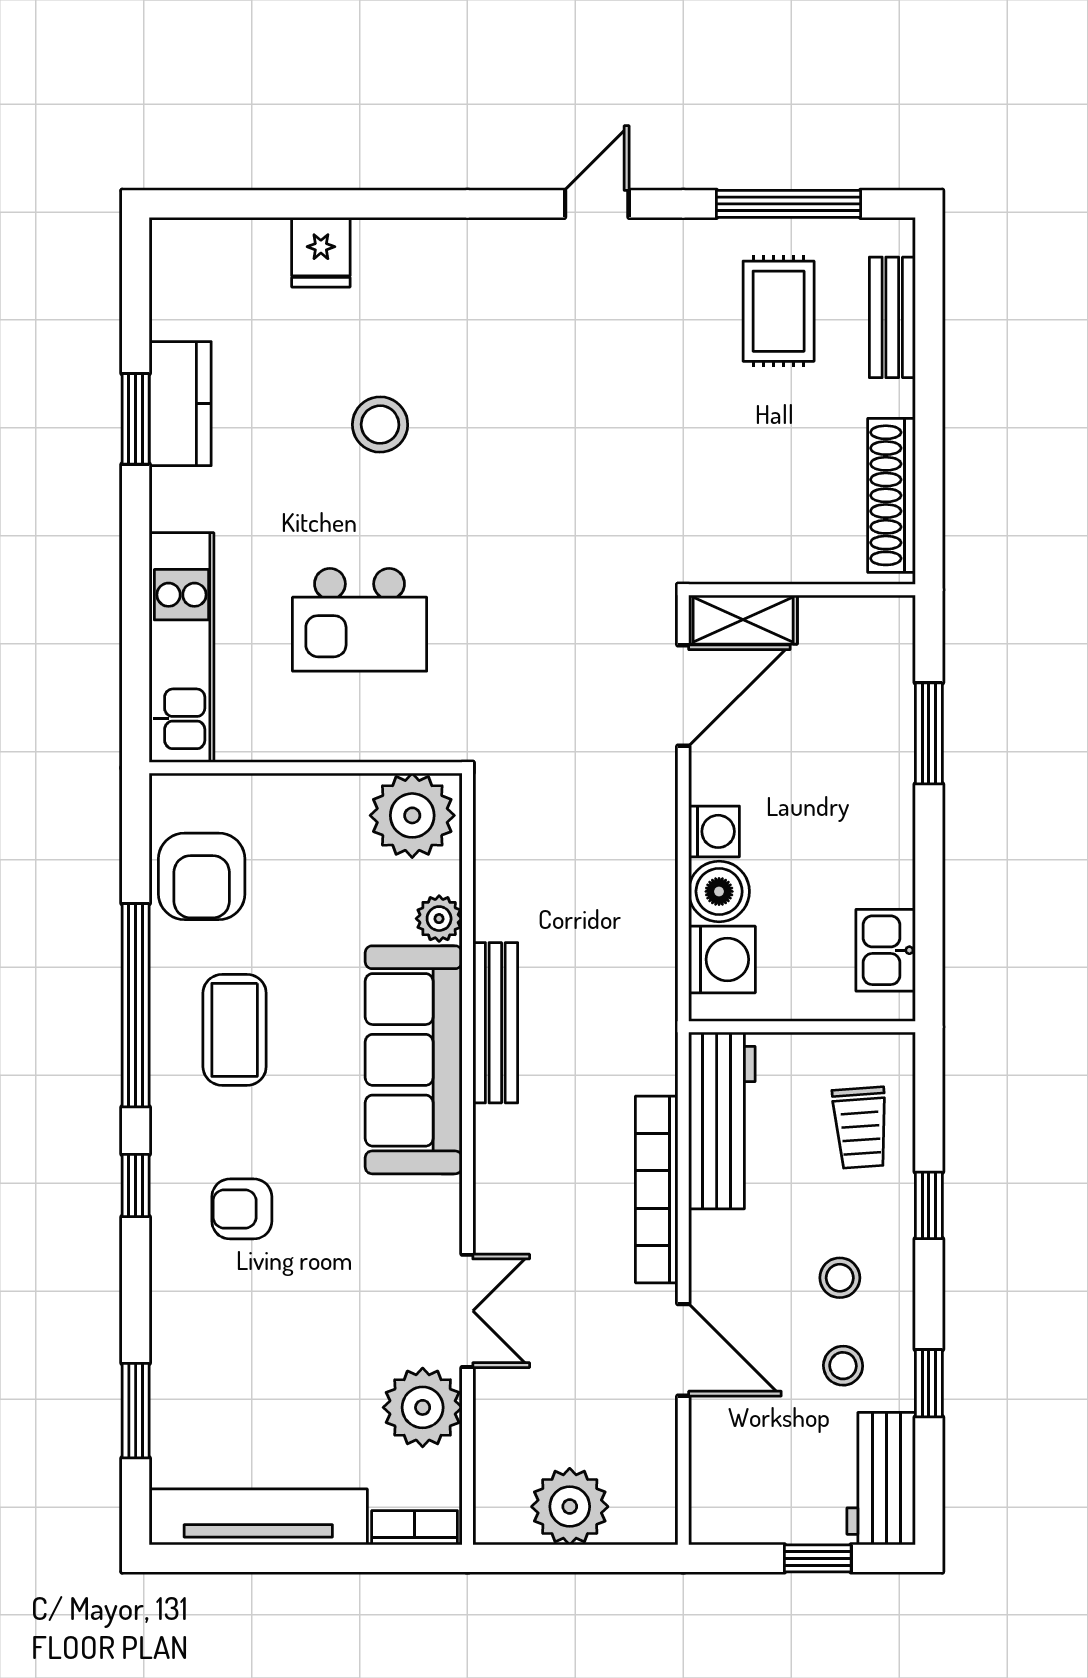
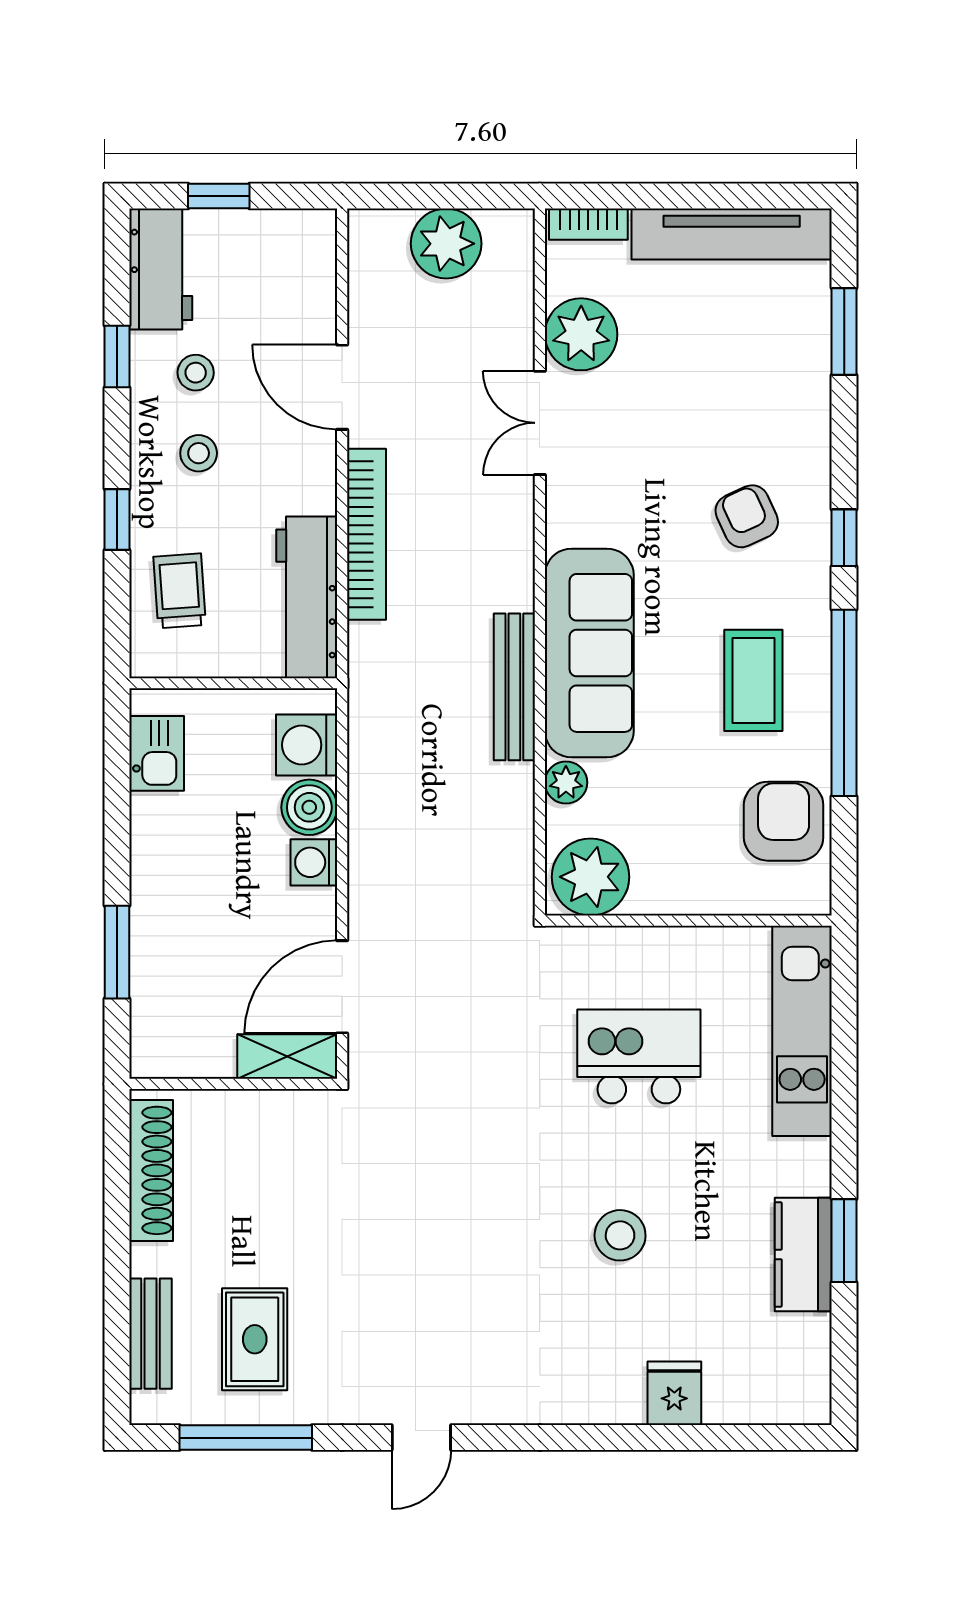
armchair: (242, 1209) -> (747, 516), turned -115

